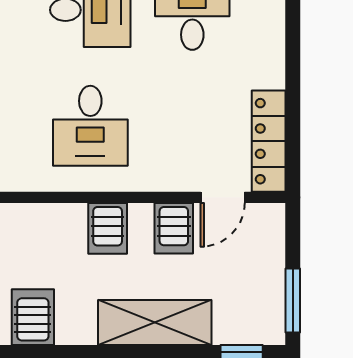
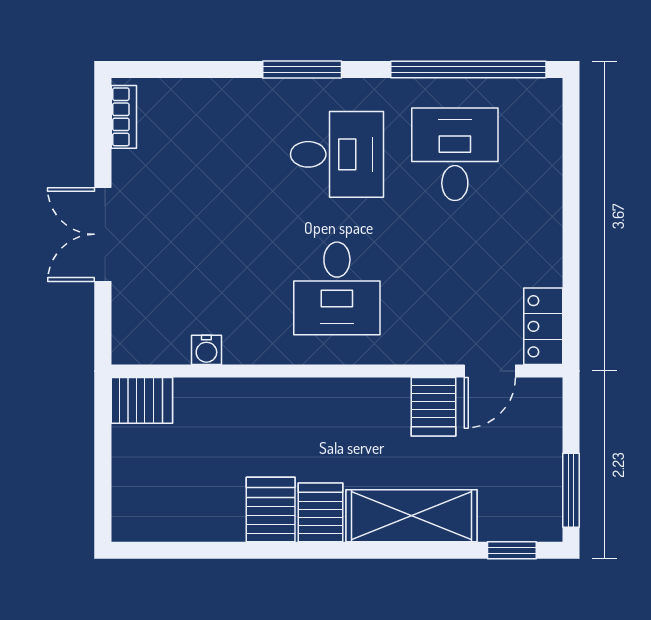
locker: (269, 141) -> (543, 326), width x0.66
server rack: (108, 228) -> (321, 512), moved, turned 180

